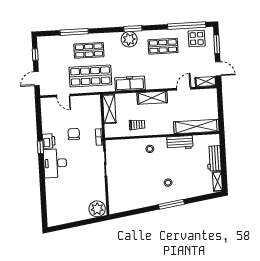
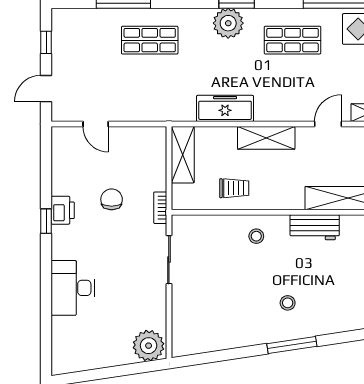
shop shelf: (90, 76) -> (150, 90), removed
desk: (55, 163) -> (73, 288), moved

